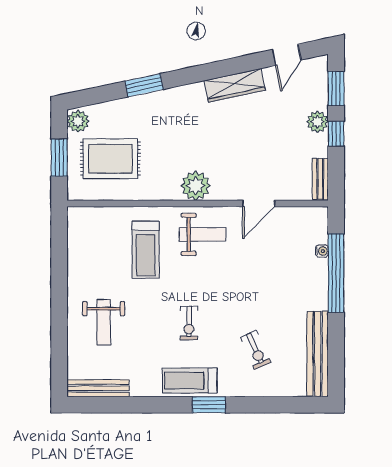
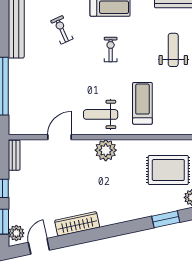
window: (144, 85) -> (166, 219), moved
plant: (317, 122) -> (16, 233), moved
water cooler: (322, 251) -> (13, 102), removed

